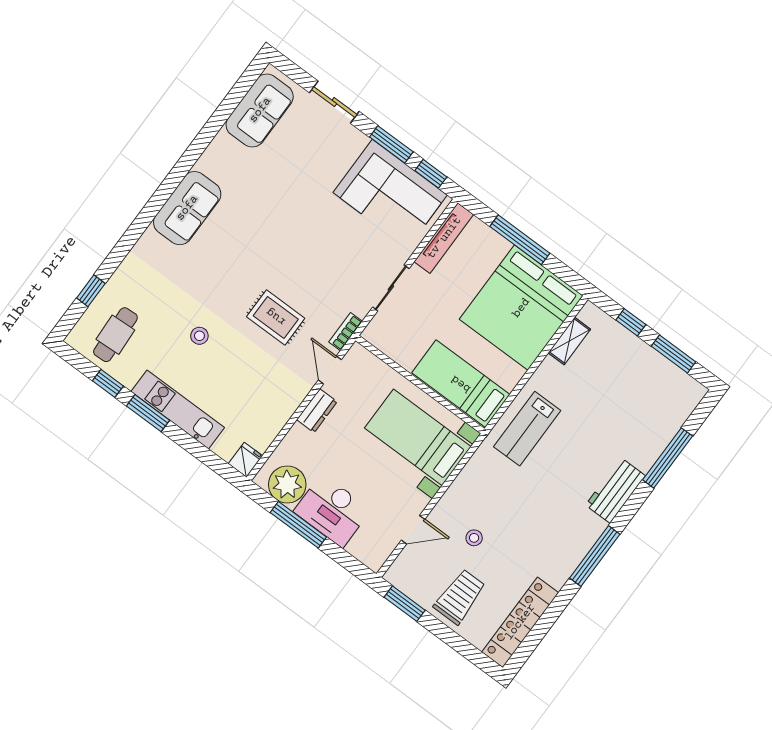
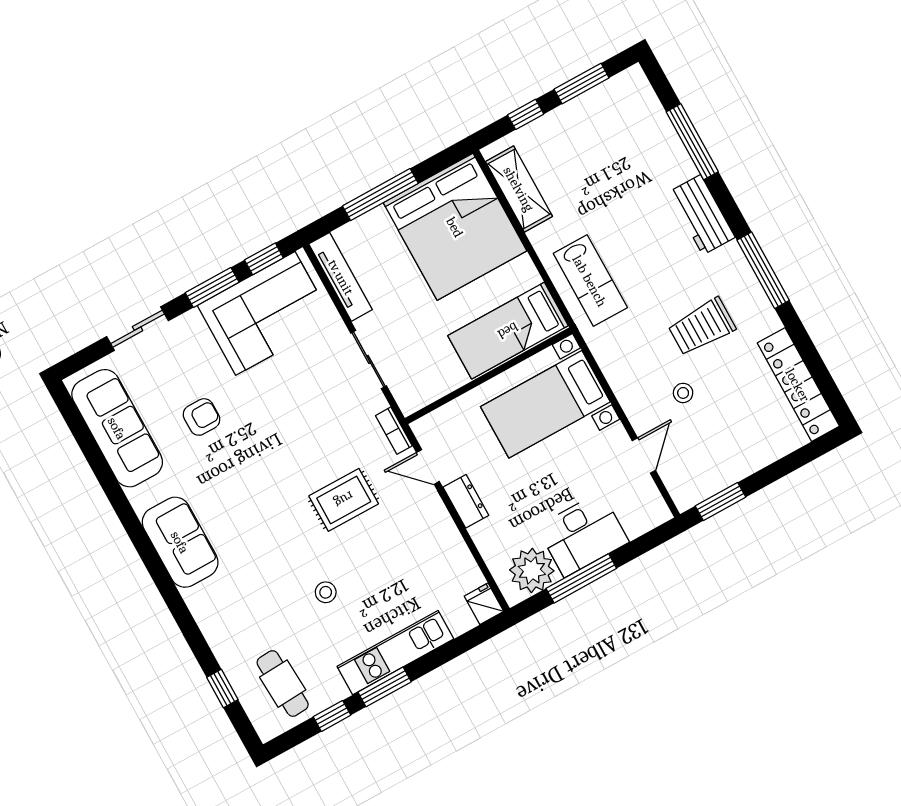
sofa: (260, 110) -> (117, 428), width x1.36
armchair: (289, 181) -> (202, 417), added
shelving: (569, 341) -> (519, 189), width x1.50, depth x1.33
trolley: (460, 597) -> (702, 327), moved, turned -90

